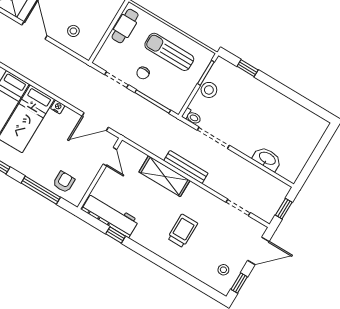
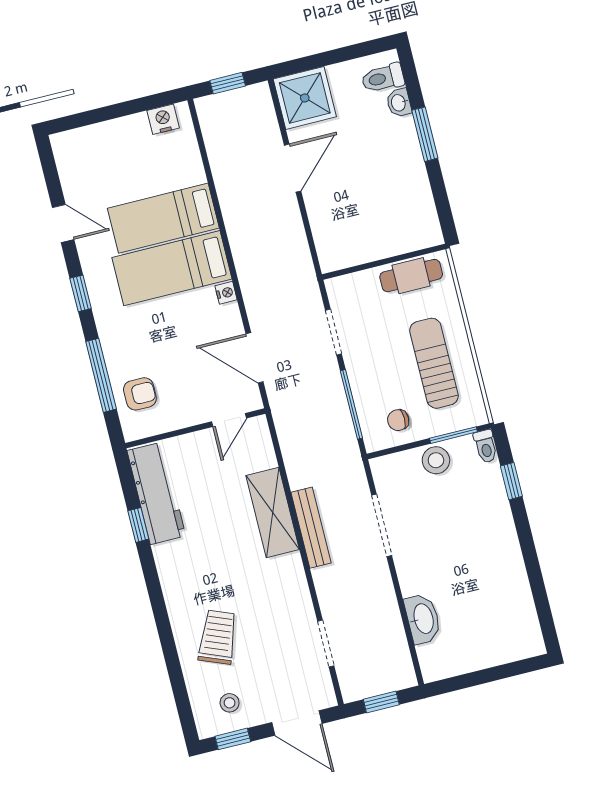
stool: (73, 31) -> (340, 217), removed
chair: (143, 73) -> (398, 420), moved
toilet: (192, 117) -> (486, 446), moved
trolley: (182, 231) -> (218, 637), moved, turned -68

